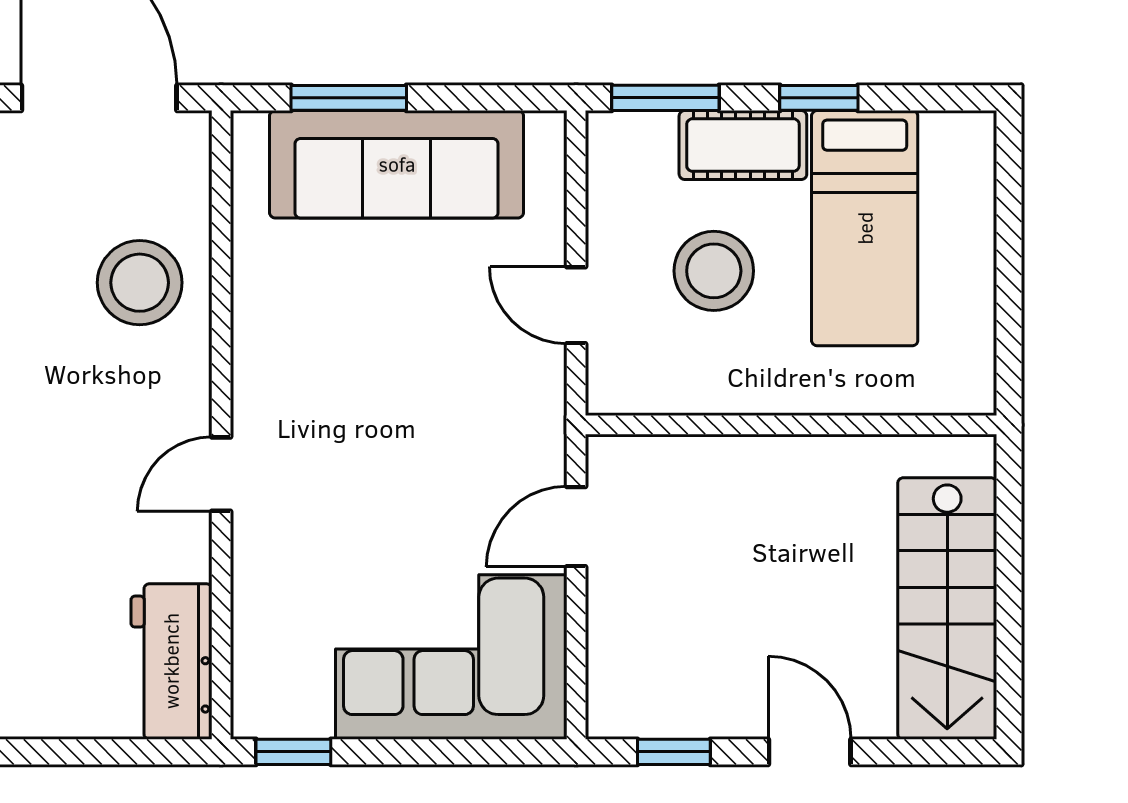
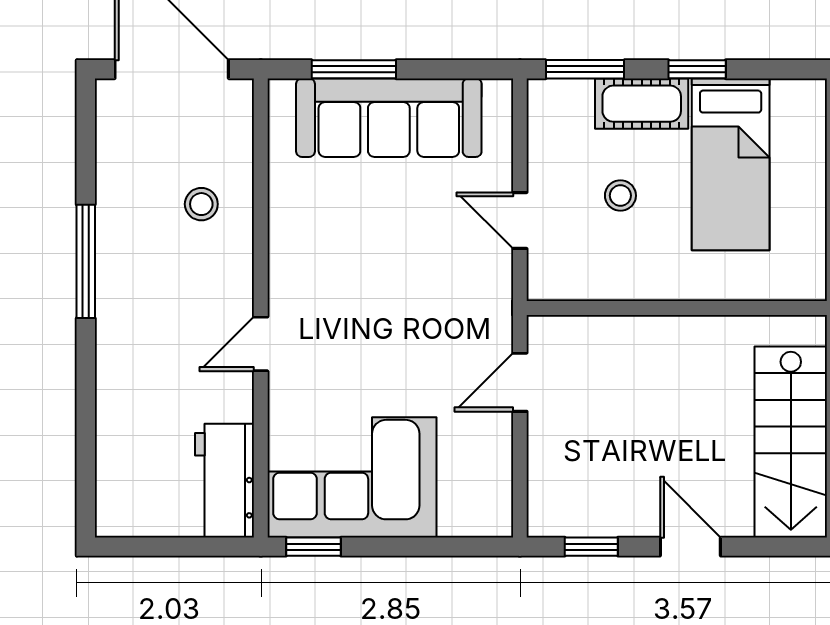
stool: (714, 271) -> (620, 196), width x0.53, depth x0.53
stool: (140, 283) -> (201, 204), width x0.53, depth x0.53
corner sofa: (451, 657) -> (352, 477), moved

